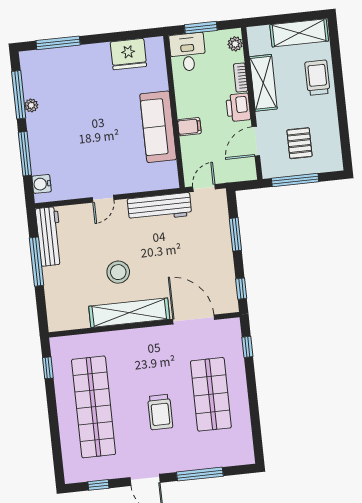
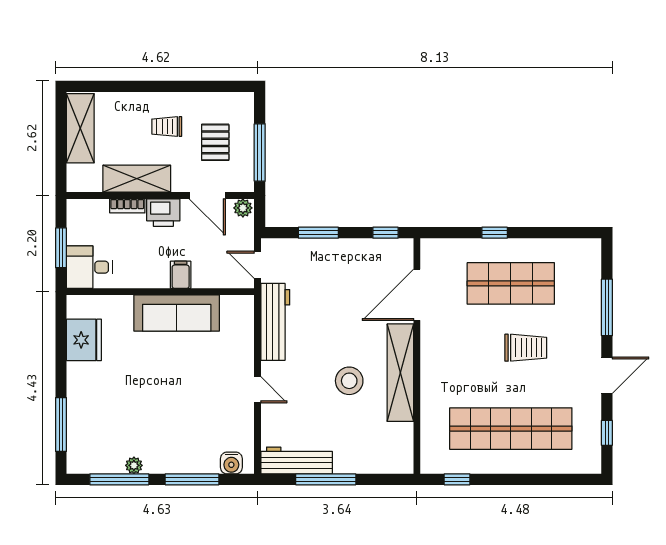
plant: (235, 44) -> (243, 208), moved
trolley: (317, 78) -> (167, 127), moved, width x0.73, depth x0.72
pallet: (299, 143) -> (215, 142), turned 90
window: (247, 347) -> (495, 233), moved

